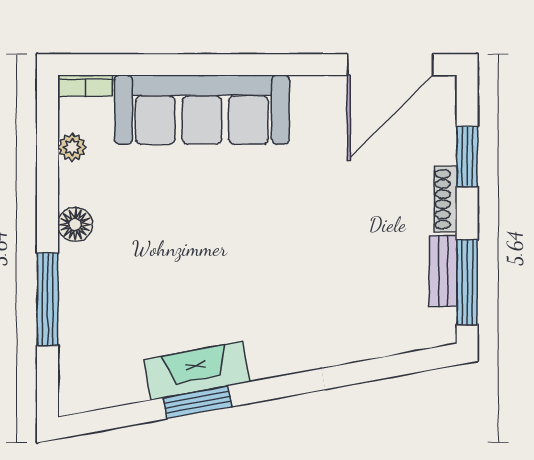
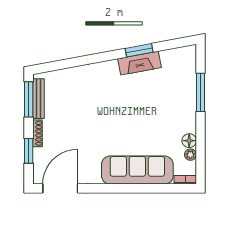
floor lamp: (75, 224) -> (189, 141), moved
bench: (443, 271) -> (39, 99), width x1.36

